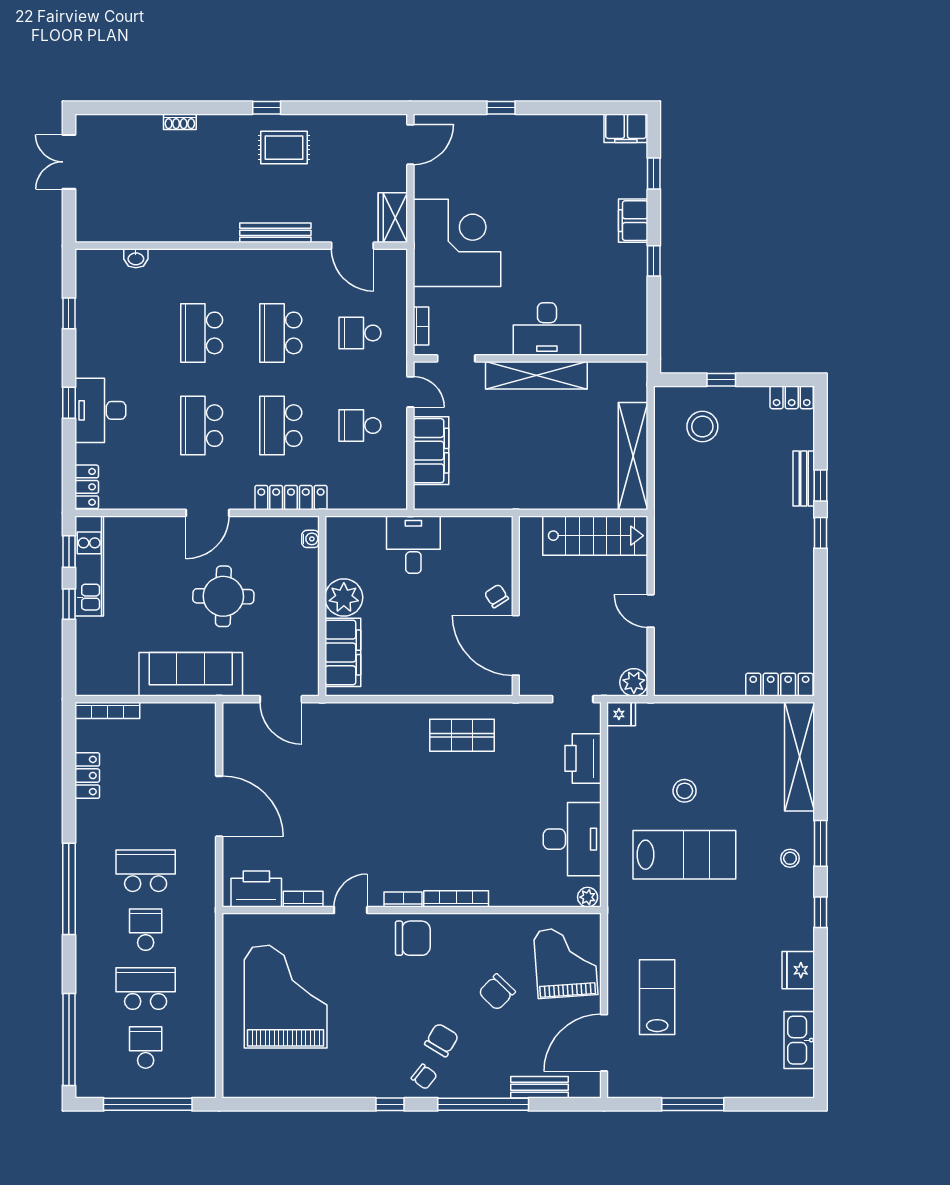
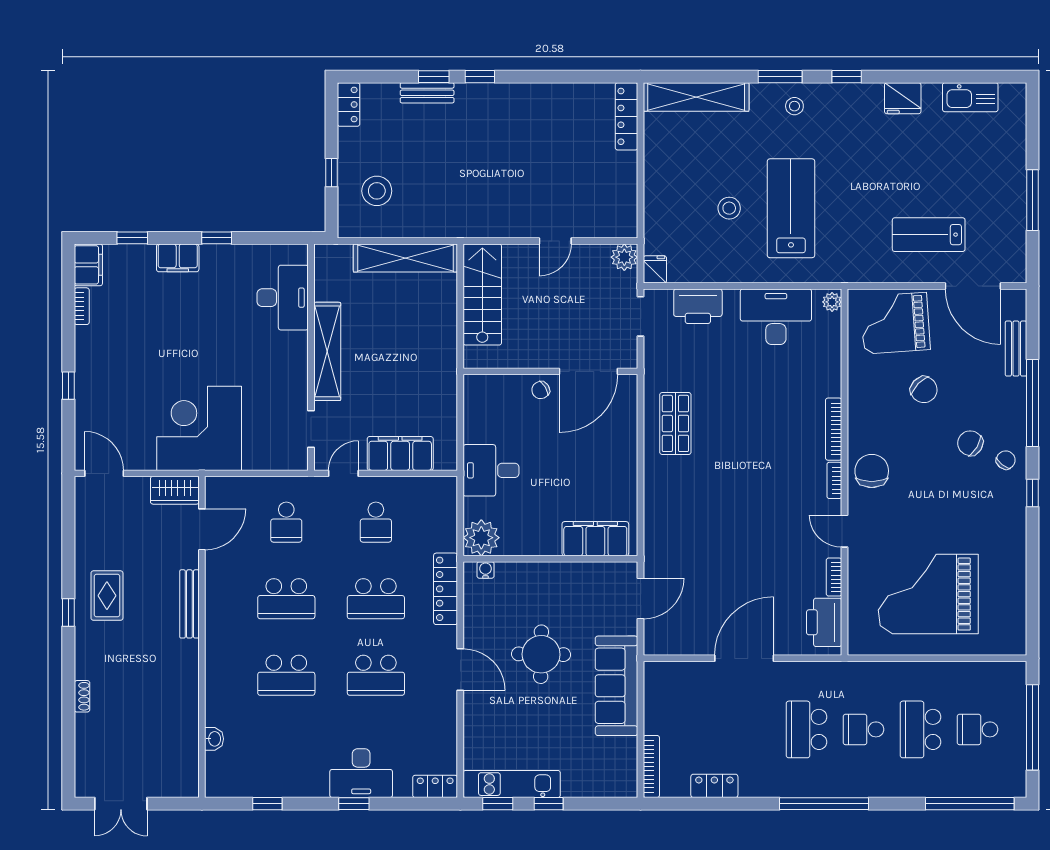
bookcase: (421, 326) -> (82, 306), moved, turned 90
desk: (547, 329) -> (283, 298), moved
plant: (344, 597) -> (481, 538), moved

